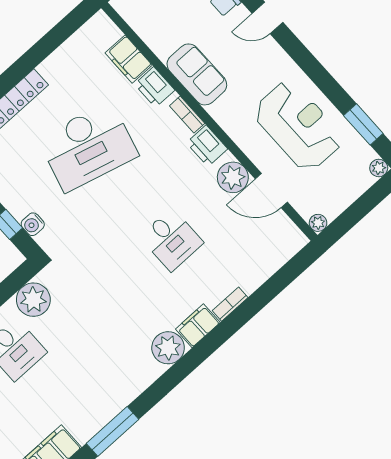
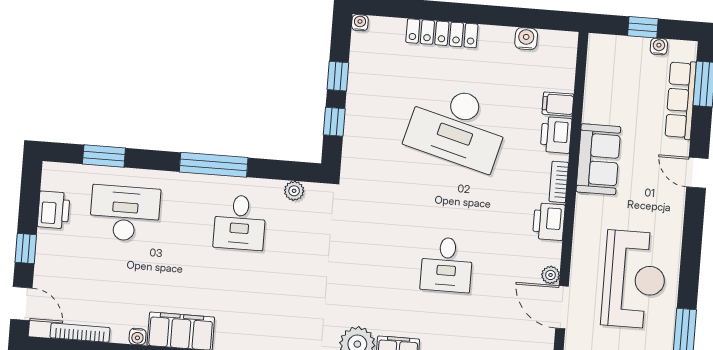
filing cabinet: (129, 59) -> (558, 104), width x0.50
plant: (233, 177) -> (551, 275), width x0.53, depth x0.53
water cooler: (33, 224) -> (526, 39), moved, turned 90
plant: (33, 300) -> (294, 191), width x0.53, depth x0.53

